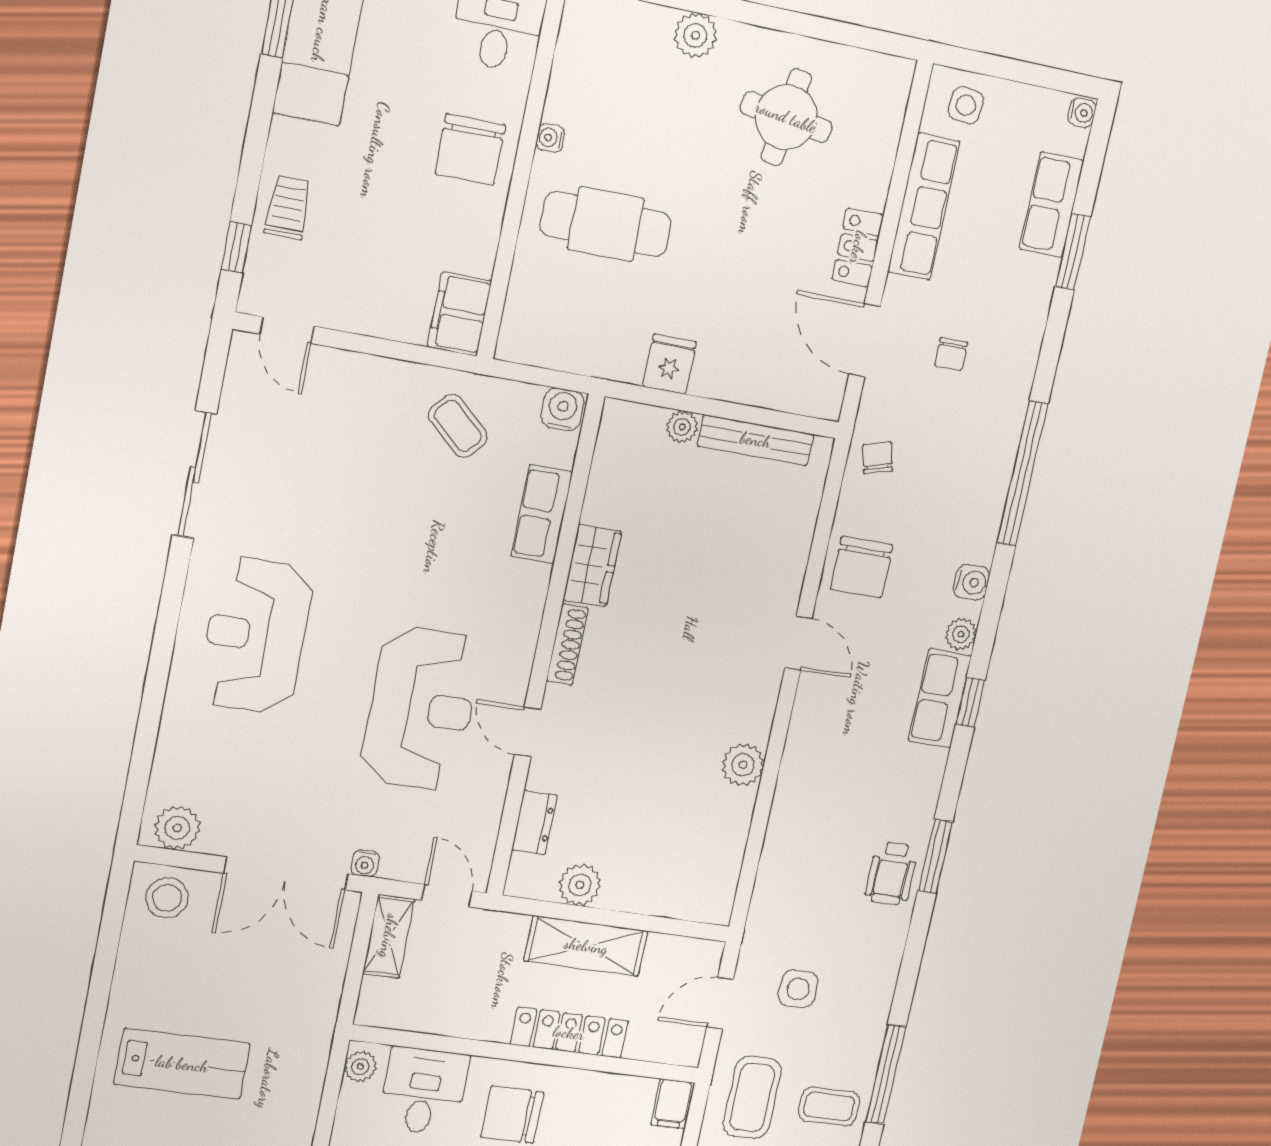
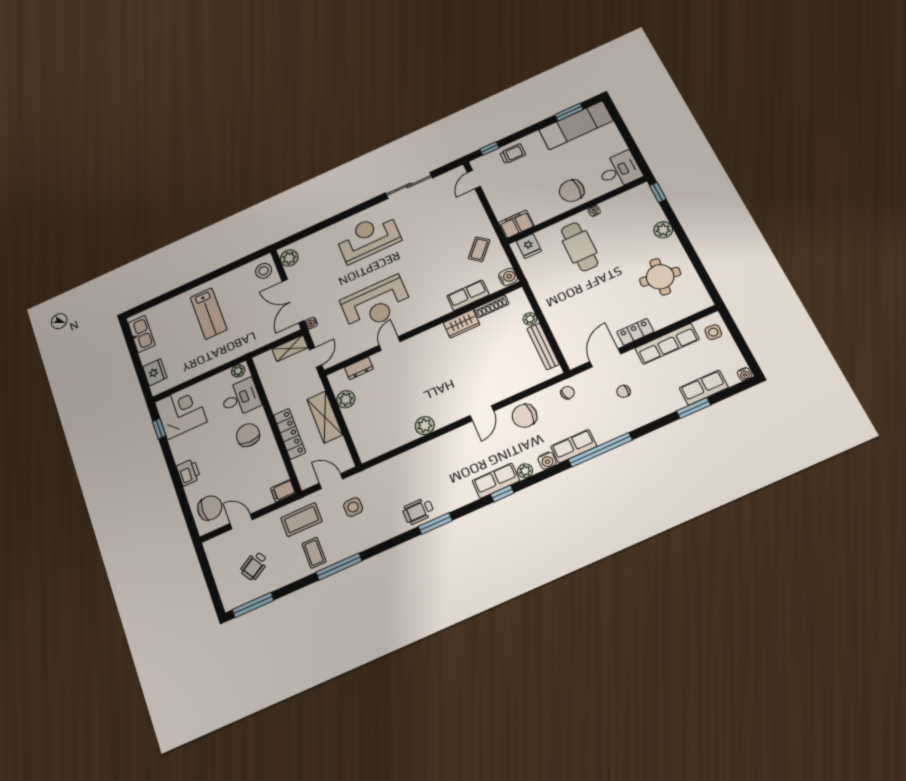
fridge: (670, 364) -> (529, 246), moved, turned 90
row of seats: (982, 516) -> (574, 446), added
shoe rack: (567, 644) -> (492, 306), moved

